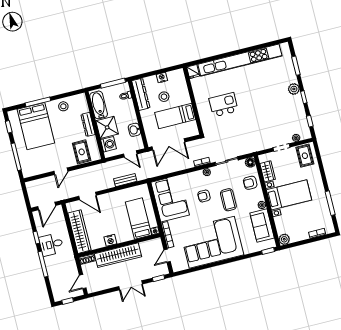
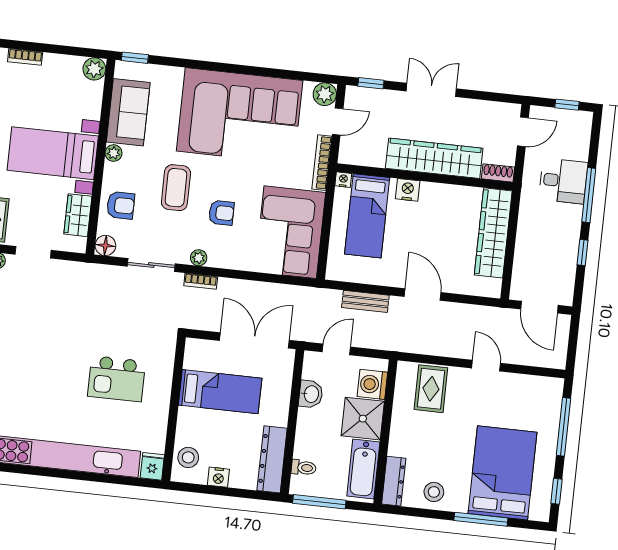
stool: (164, 97) -> (188, 457), moved
dresser: (88, 124) -> (394, 481), moved
door: (130, 154) -> (336, 349), hinge flipped
door: (61, 171) -> (486, 366), hinge flipped
door: (88, 196) -> (423, 295), moved
door: (47, 206) -> (539, 307), swing flipped
nightstand: (110, 240) -> (408, 190), moved
desk: (51, 244) -> (563, 181), moved
plant: (177, 266) -> (325, 94), added

